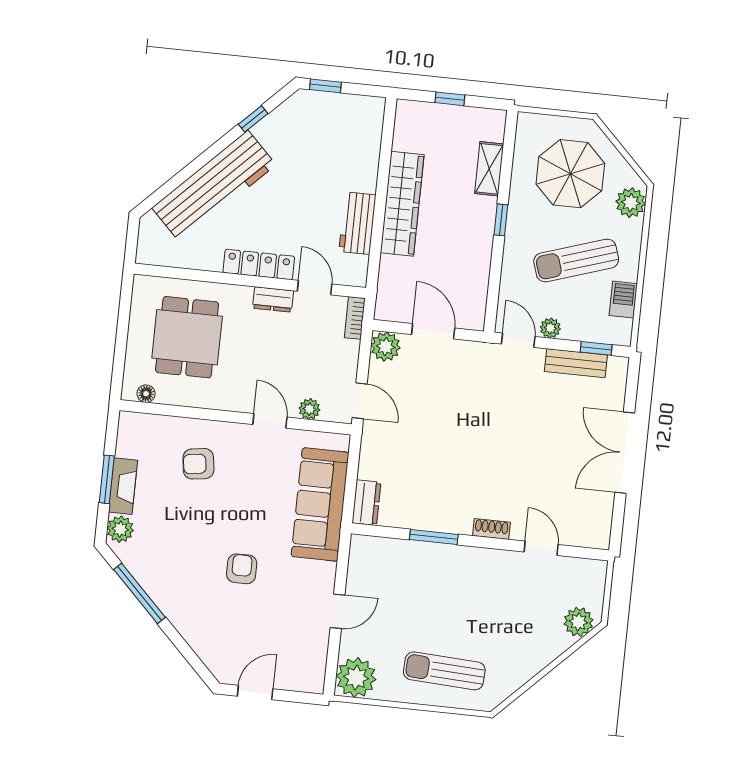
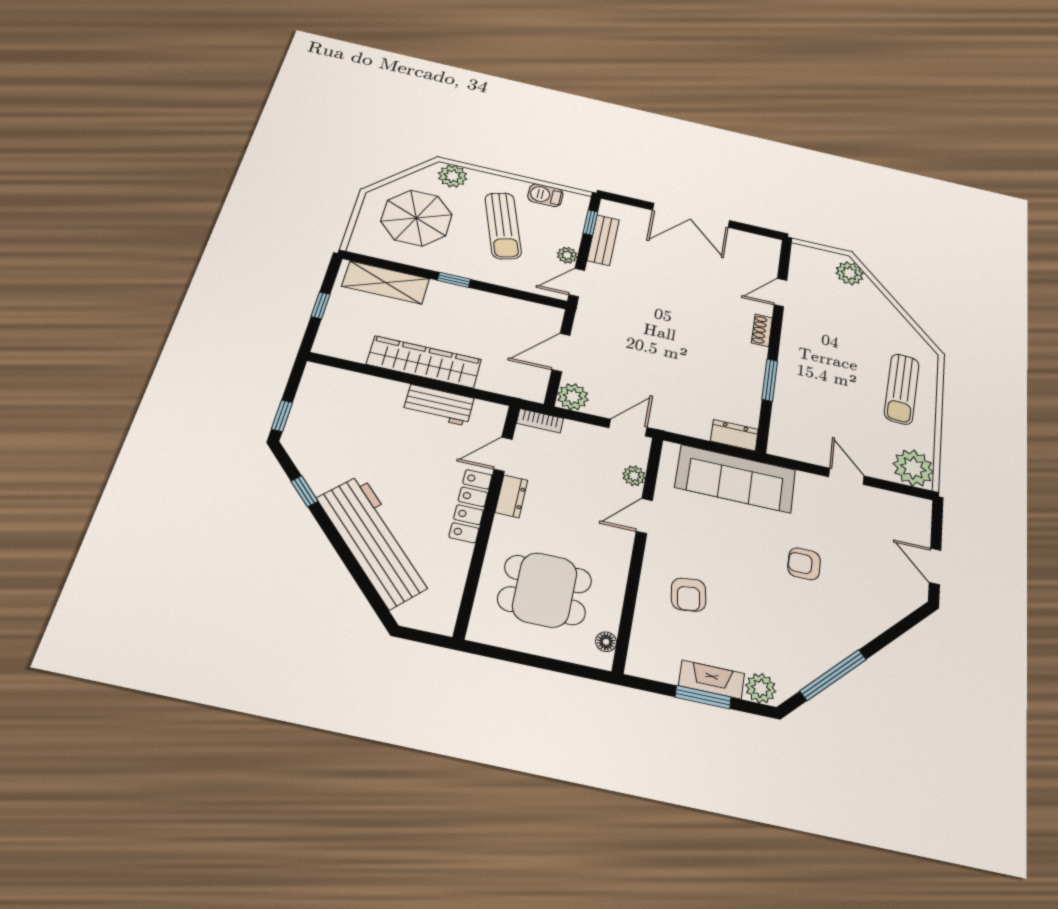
shelving: (489, 169) -> (386, 282), width x1.50, depth x1.33

